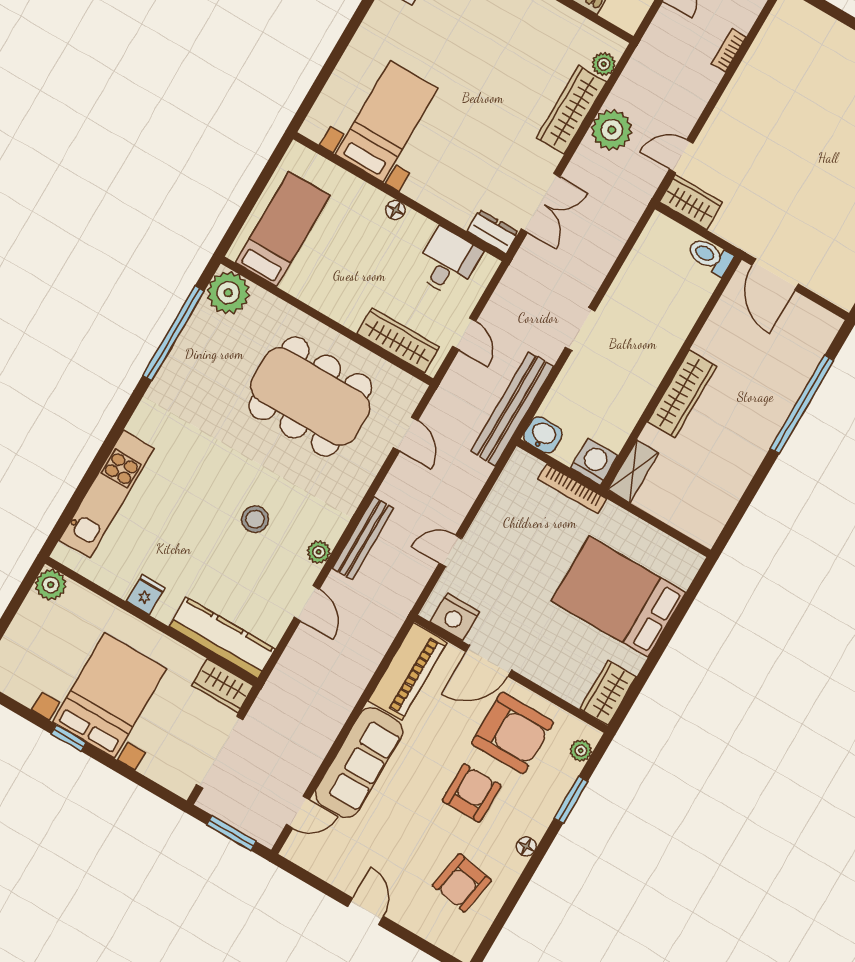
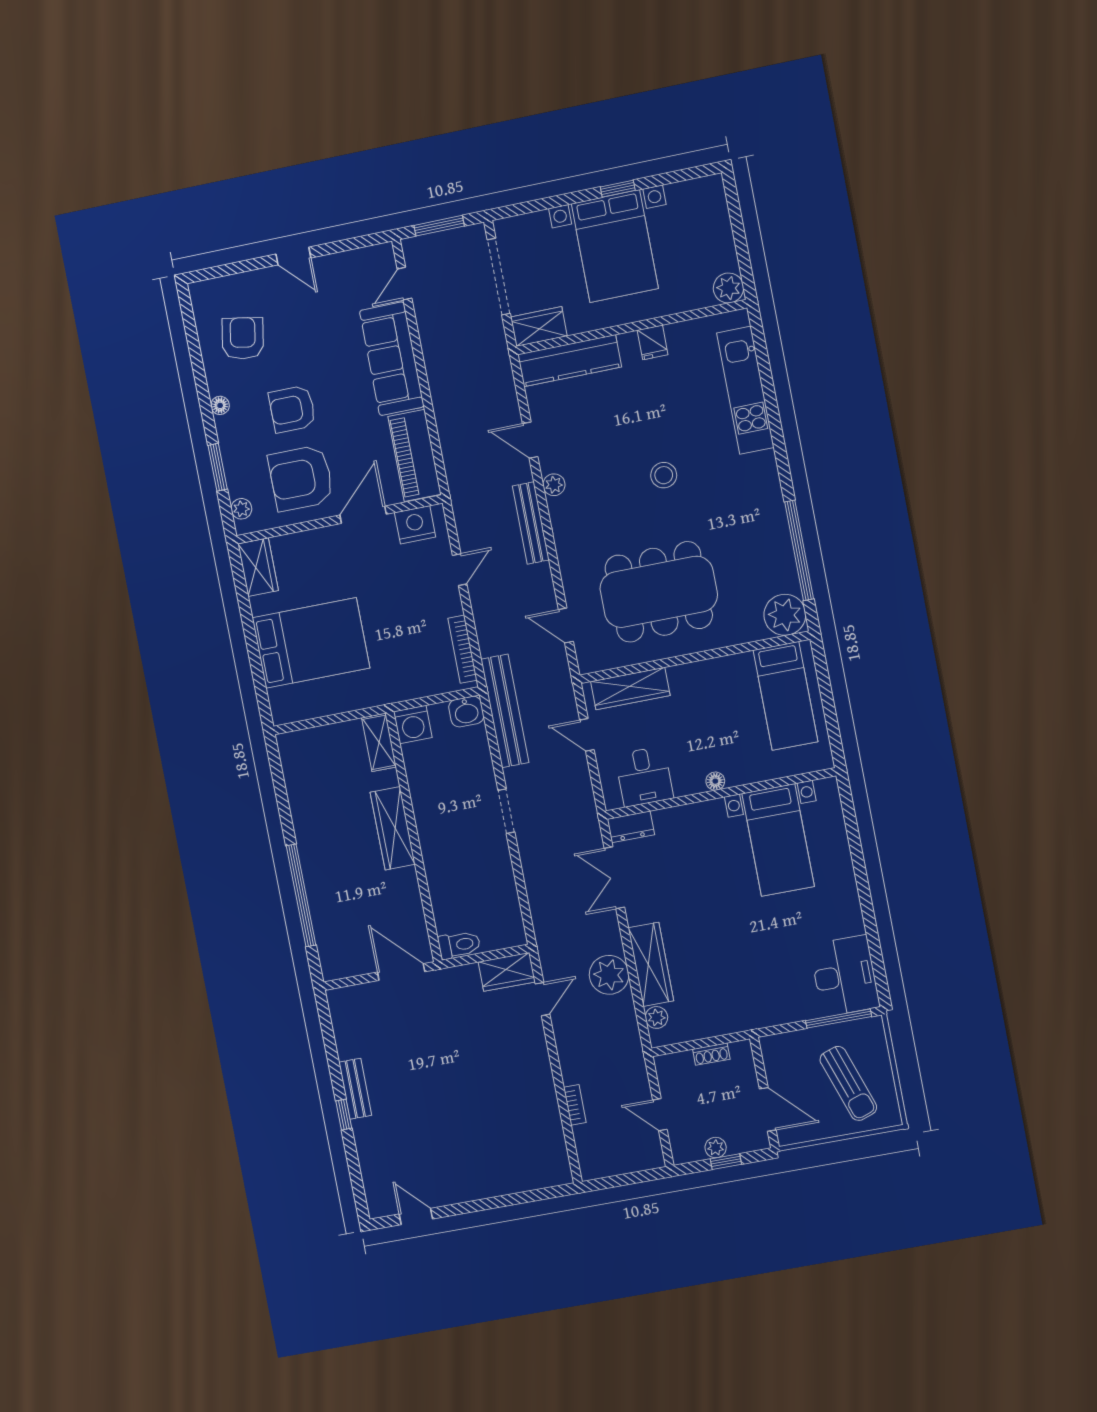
bookcase: (572, 489) -> (462, 649), moved, turned -90
stool: (255, 519) -> (664, 475), moved
armchair: (472, 793) -> (292, 409), turned 90

